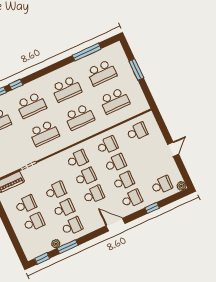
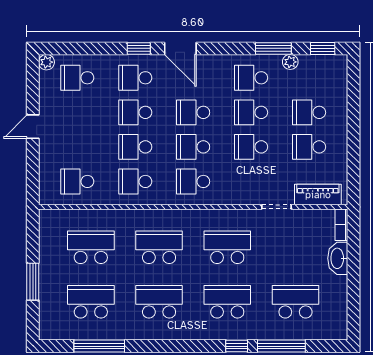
window: (152, 208) -> (139, 48), moved

